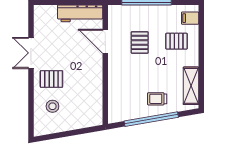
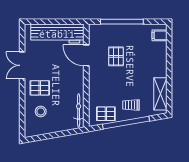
workbench: (80, 13) -> (57, 34), width x1.36, depth x1.32
pallet: (177, 41) -> (106, 114), moved
bicycle: (96, 105) -> (79, 110), added

